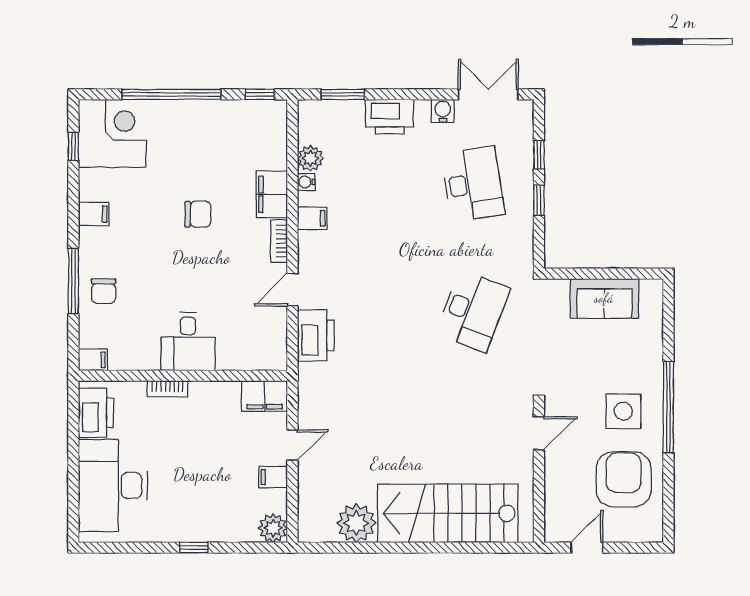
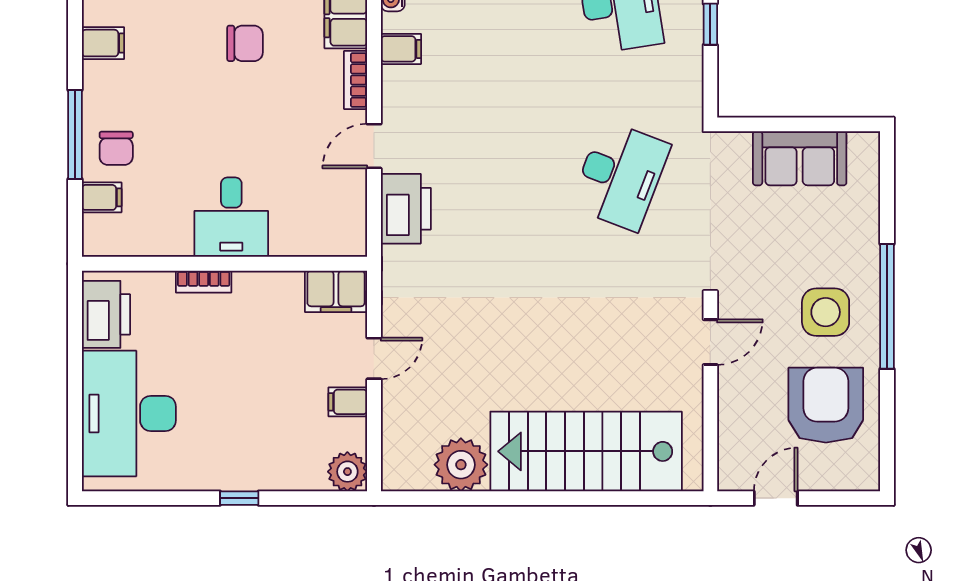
filing cabinet: (93, 360) -> (102, 197), moved

